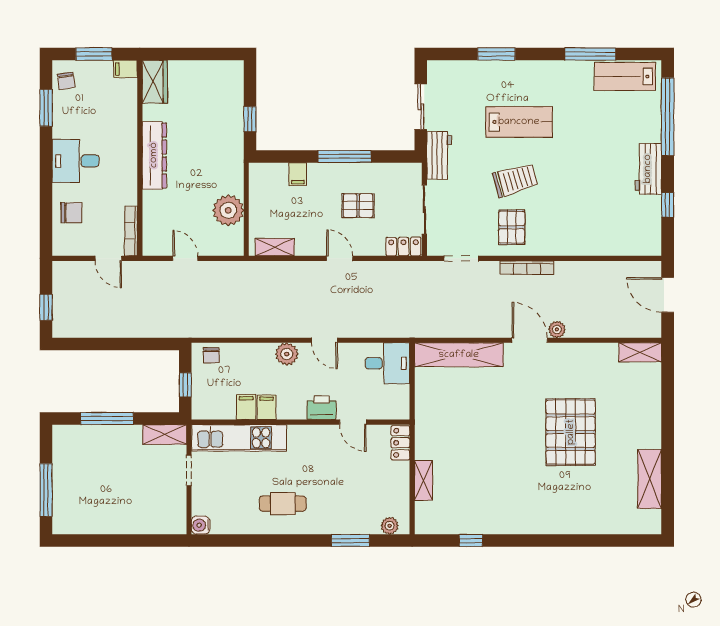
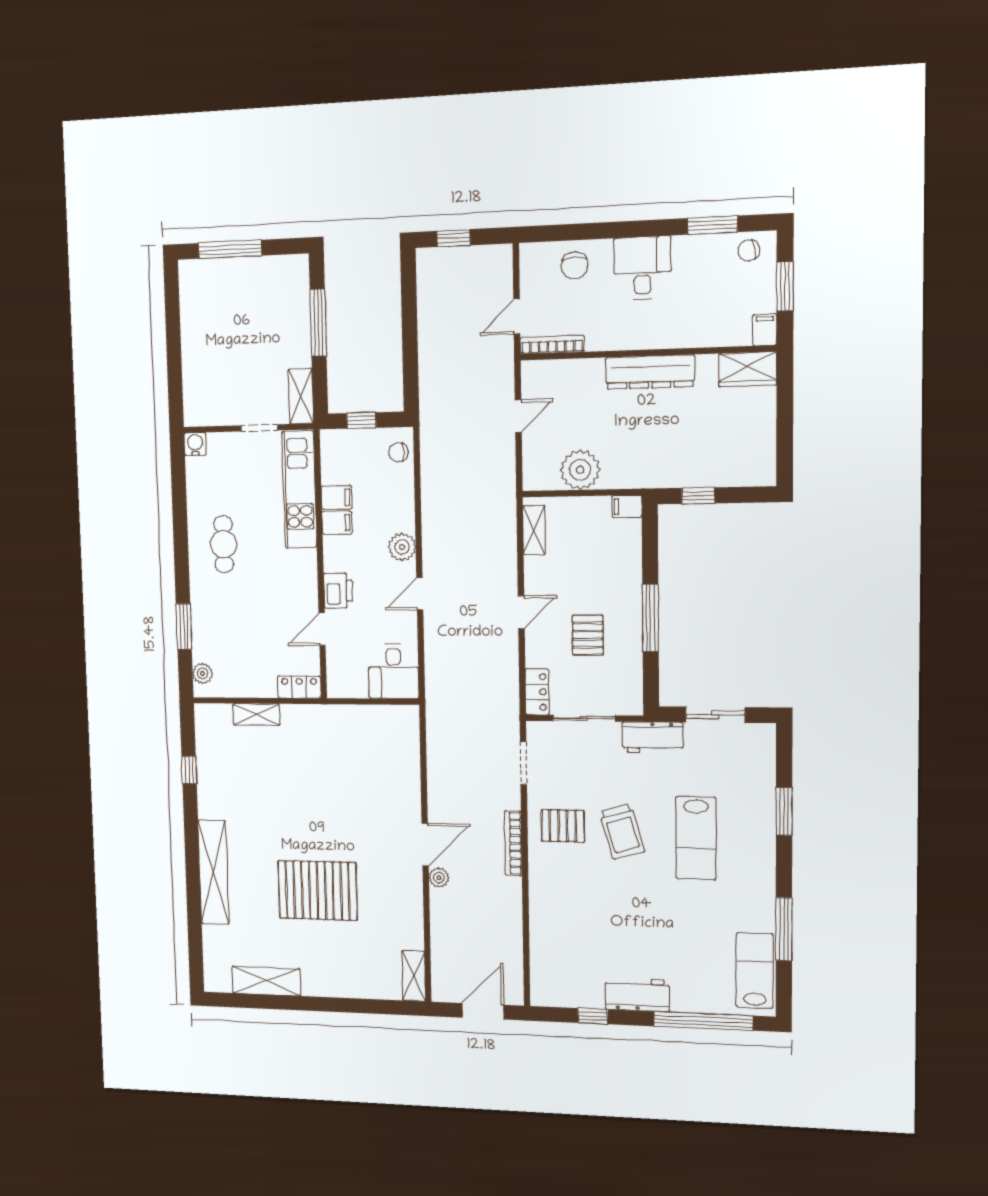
filing cabinet: (298, 174) -> (627, 506), moved
shelving: (459, 355) -> (213, 872), moved

